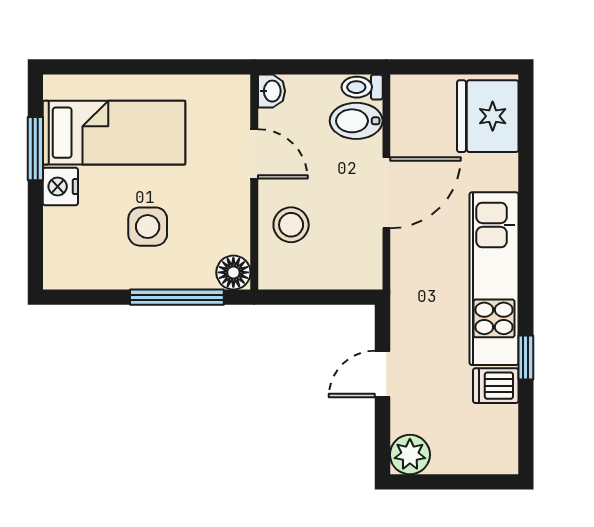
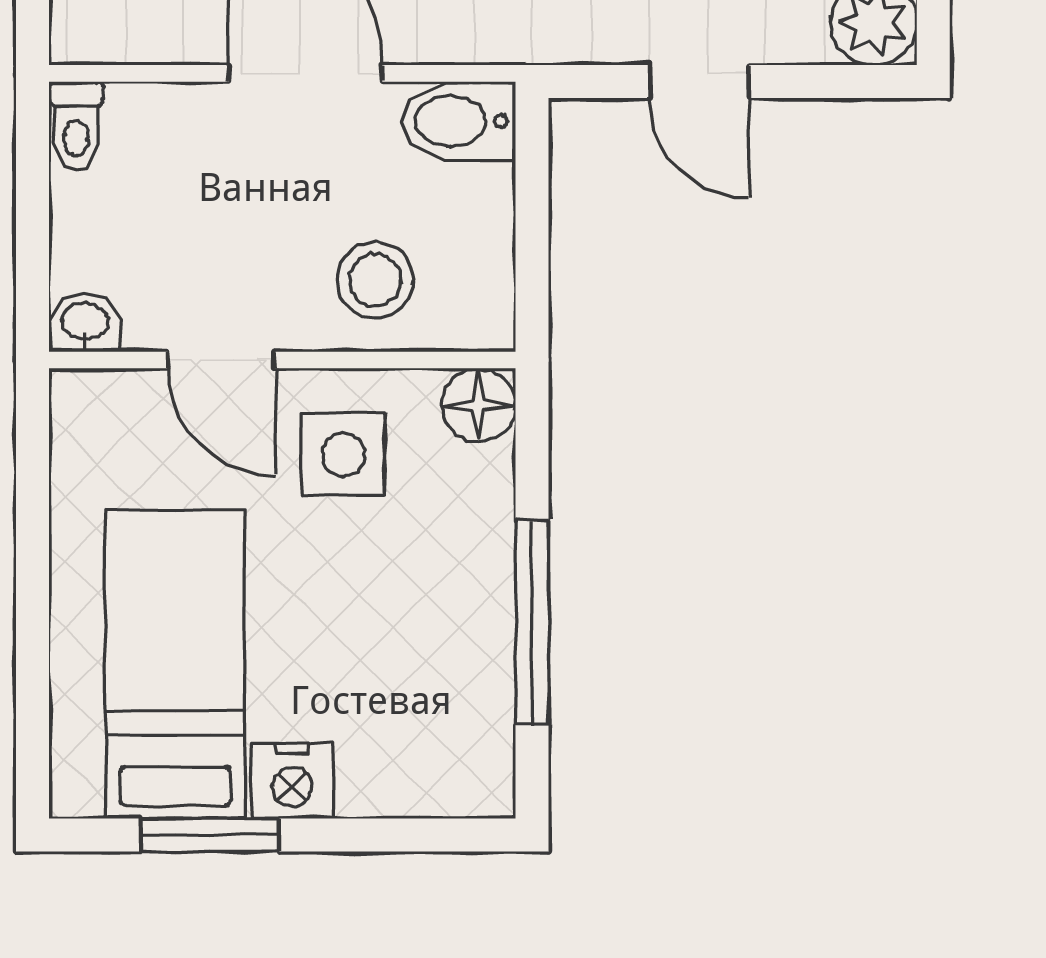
bidet: (356, 121) -> (459, 121), moved, turned 90
door: (254, 154) -> (221, 360), swing flipped
side table: (148, 227) -> (343, 454), moved
window: (177, 297) -> (532, 623), moved

